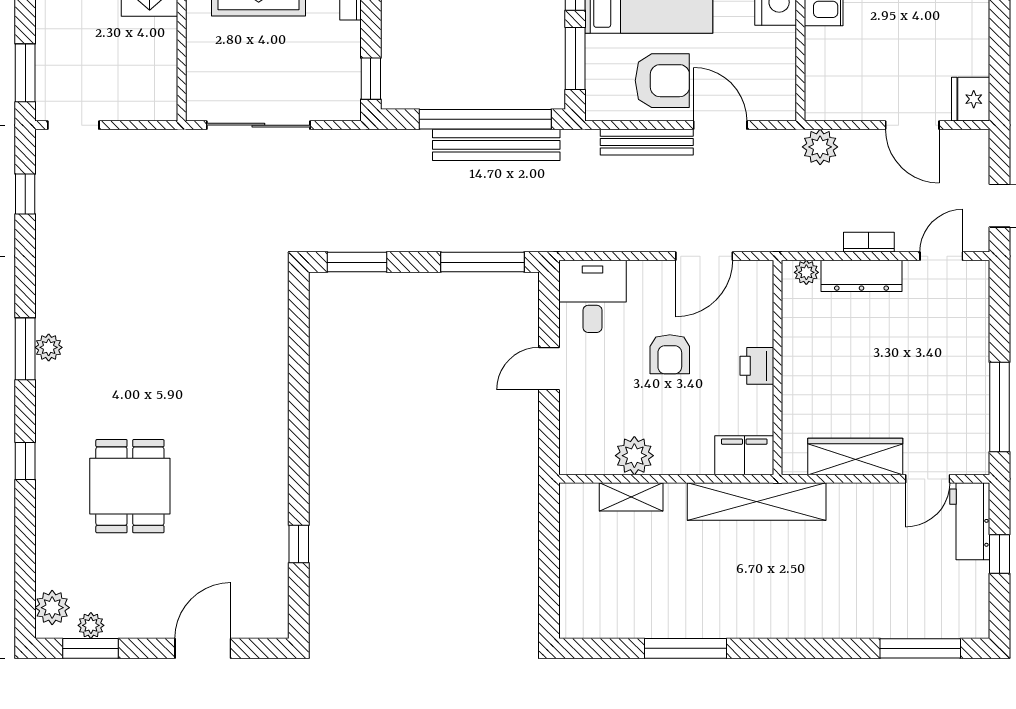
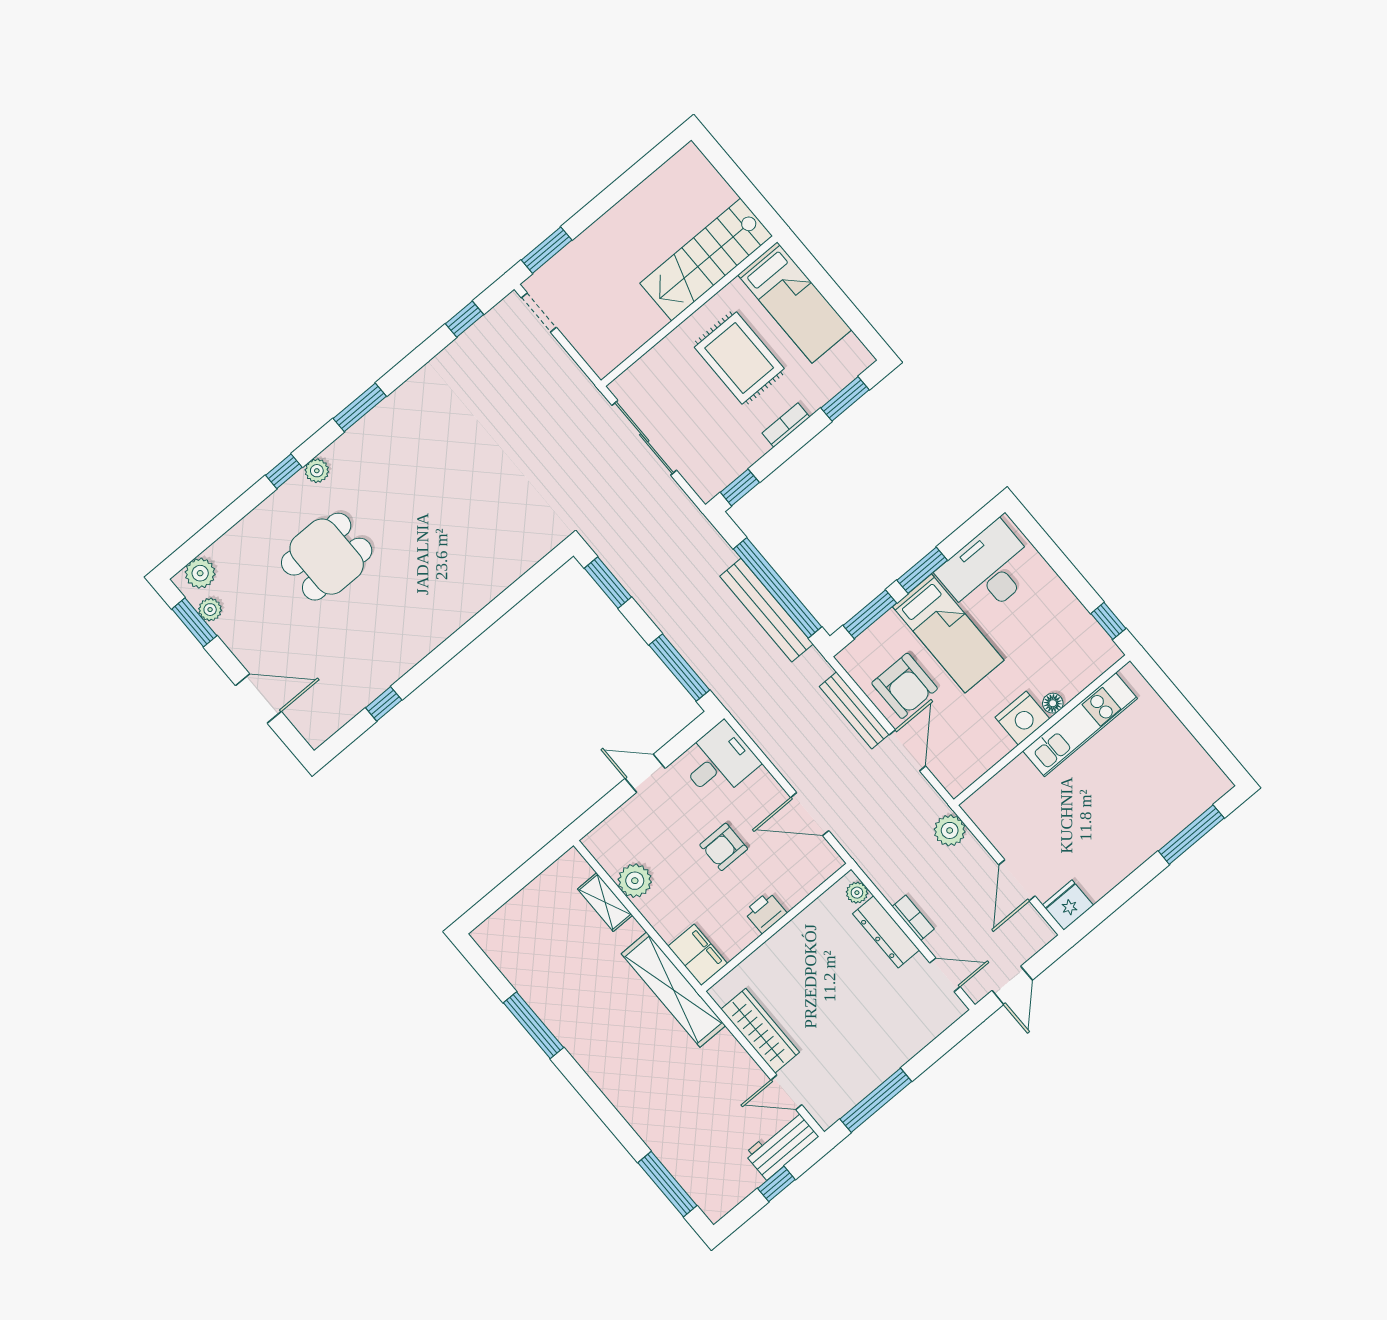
plant: (49, 347) -> (317, 471), moved

